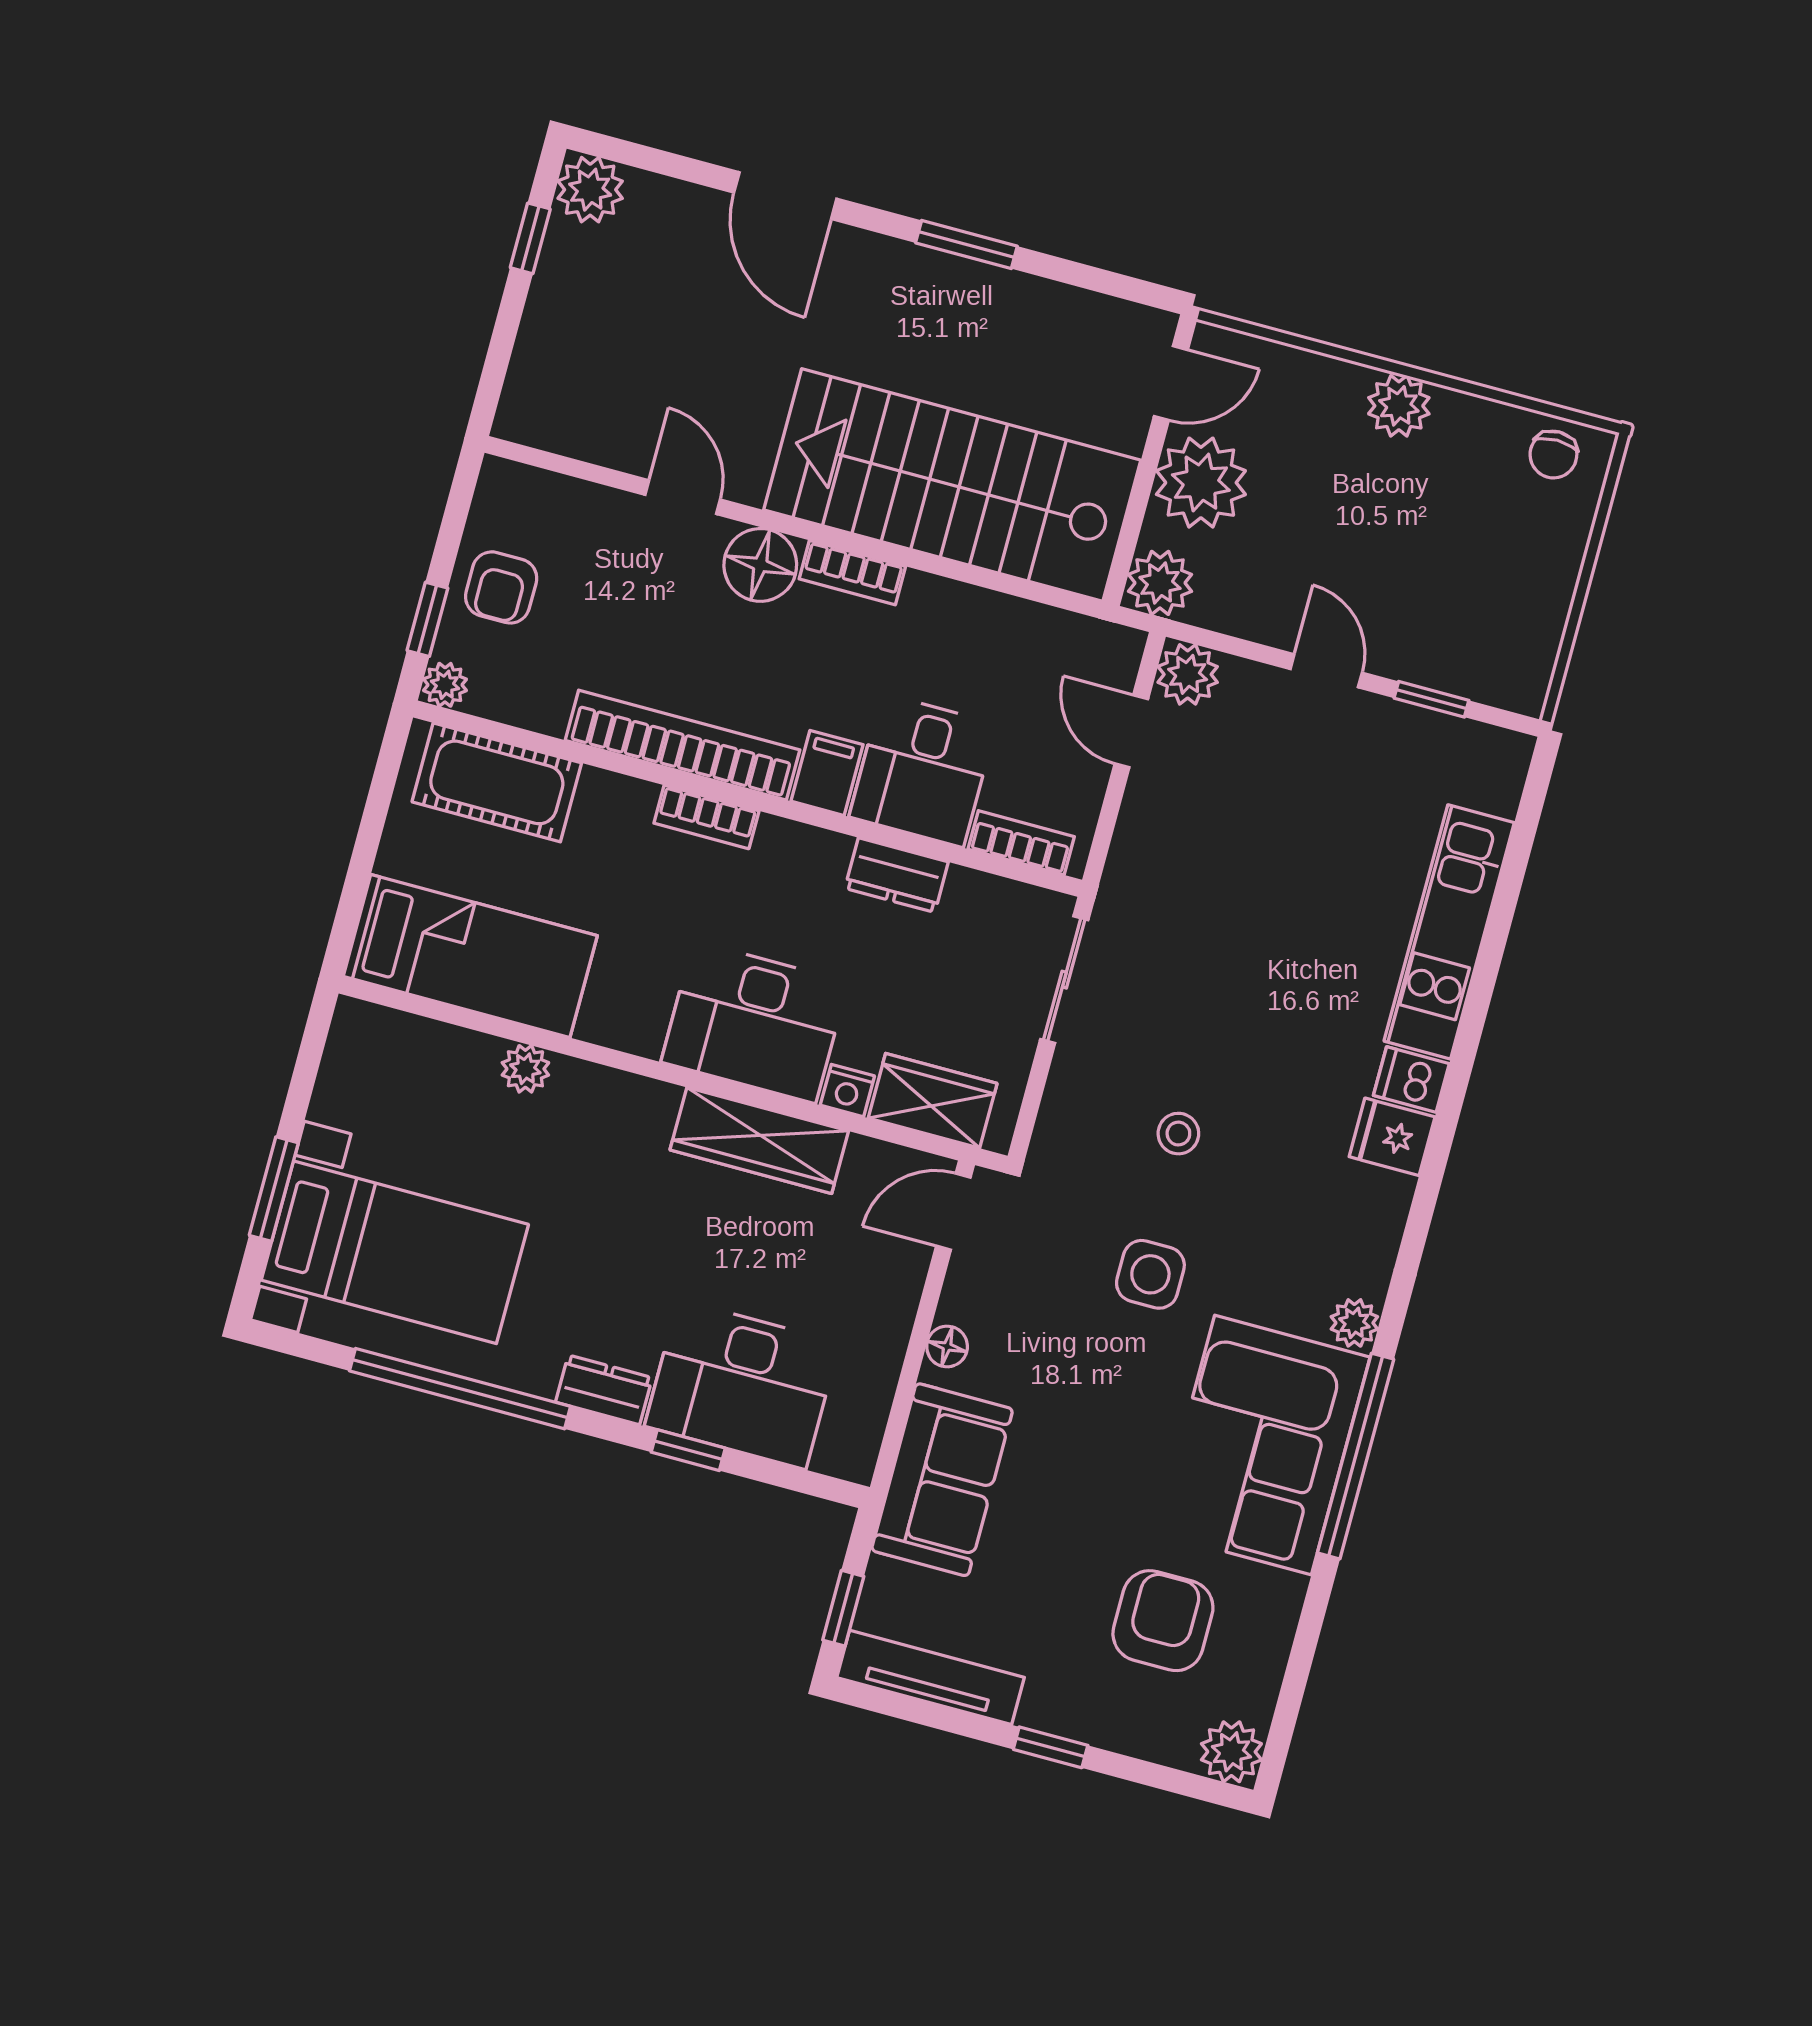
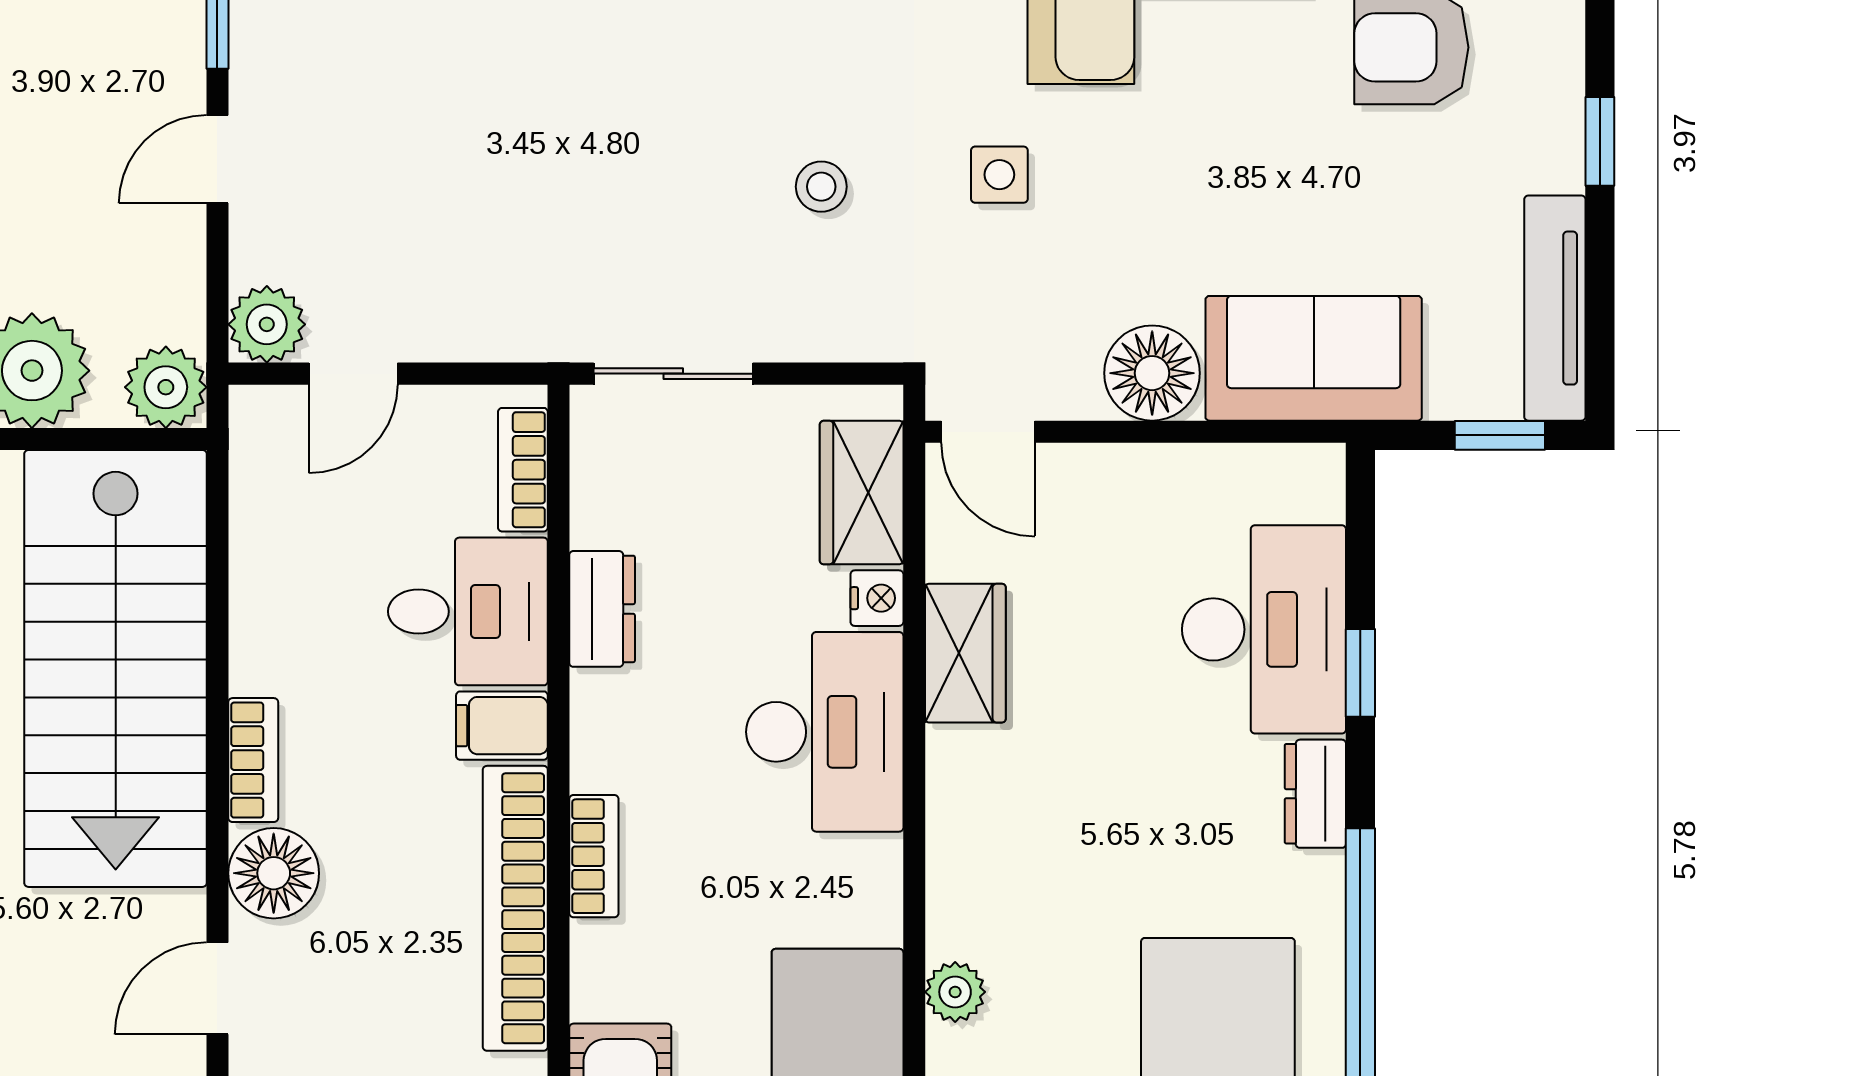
wardrobe: (759, 1140) -> (965, 653), width x0.67
side table: (1150, 1274) -> (999, 175), width x0.73, depth x0.73
floor lamp: (947, 1346) -> (1152, 373), width x1.89, depth x1.89

